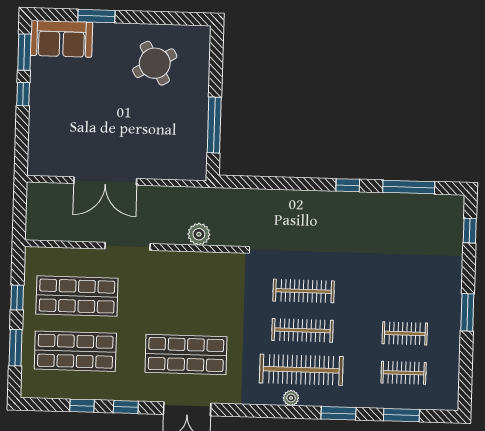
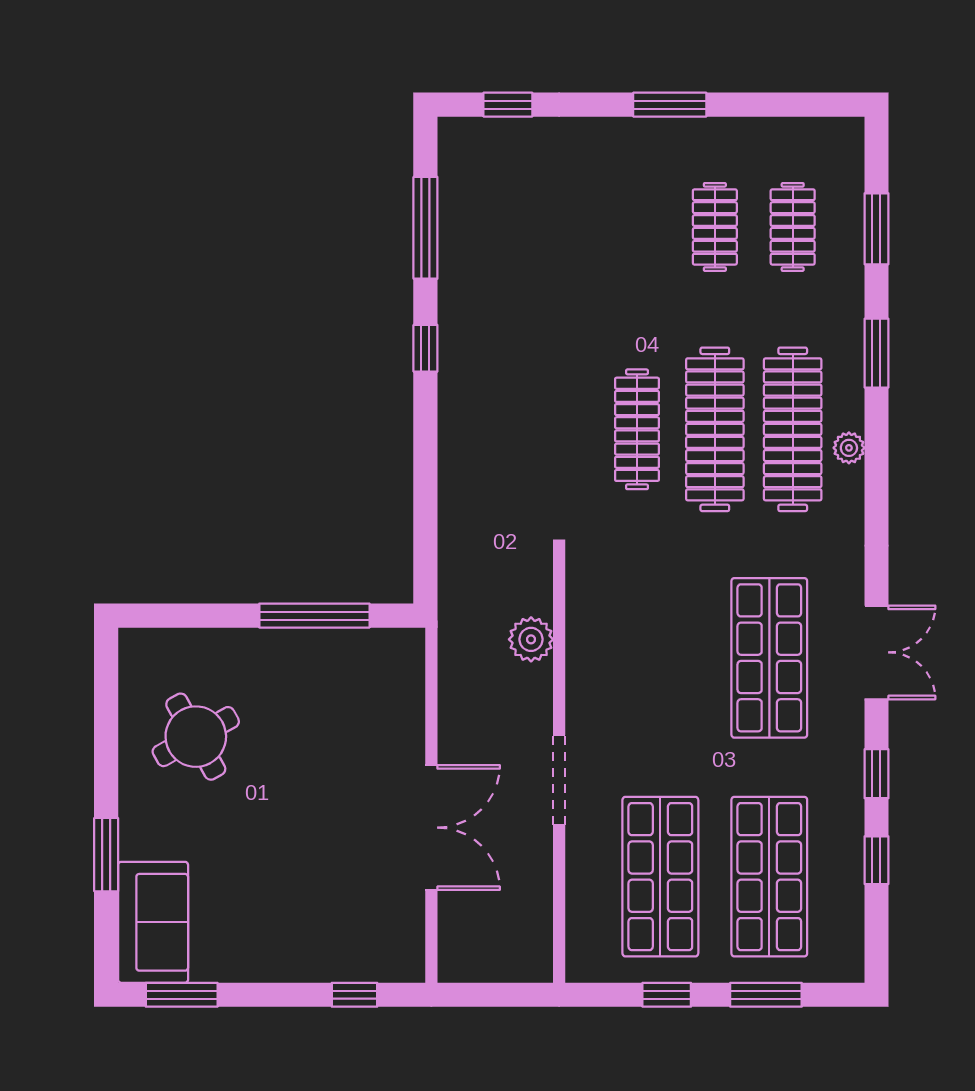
window: (23, 94) -> (355, 995), moved
clothes rail: (302, 330) -> (715, 429), width x1.37, depth x1.31

